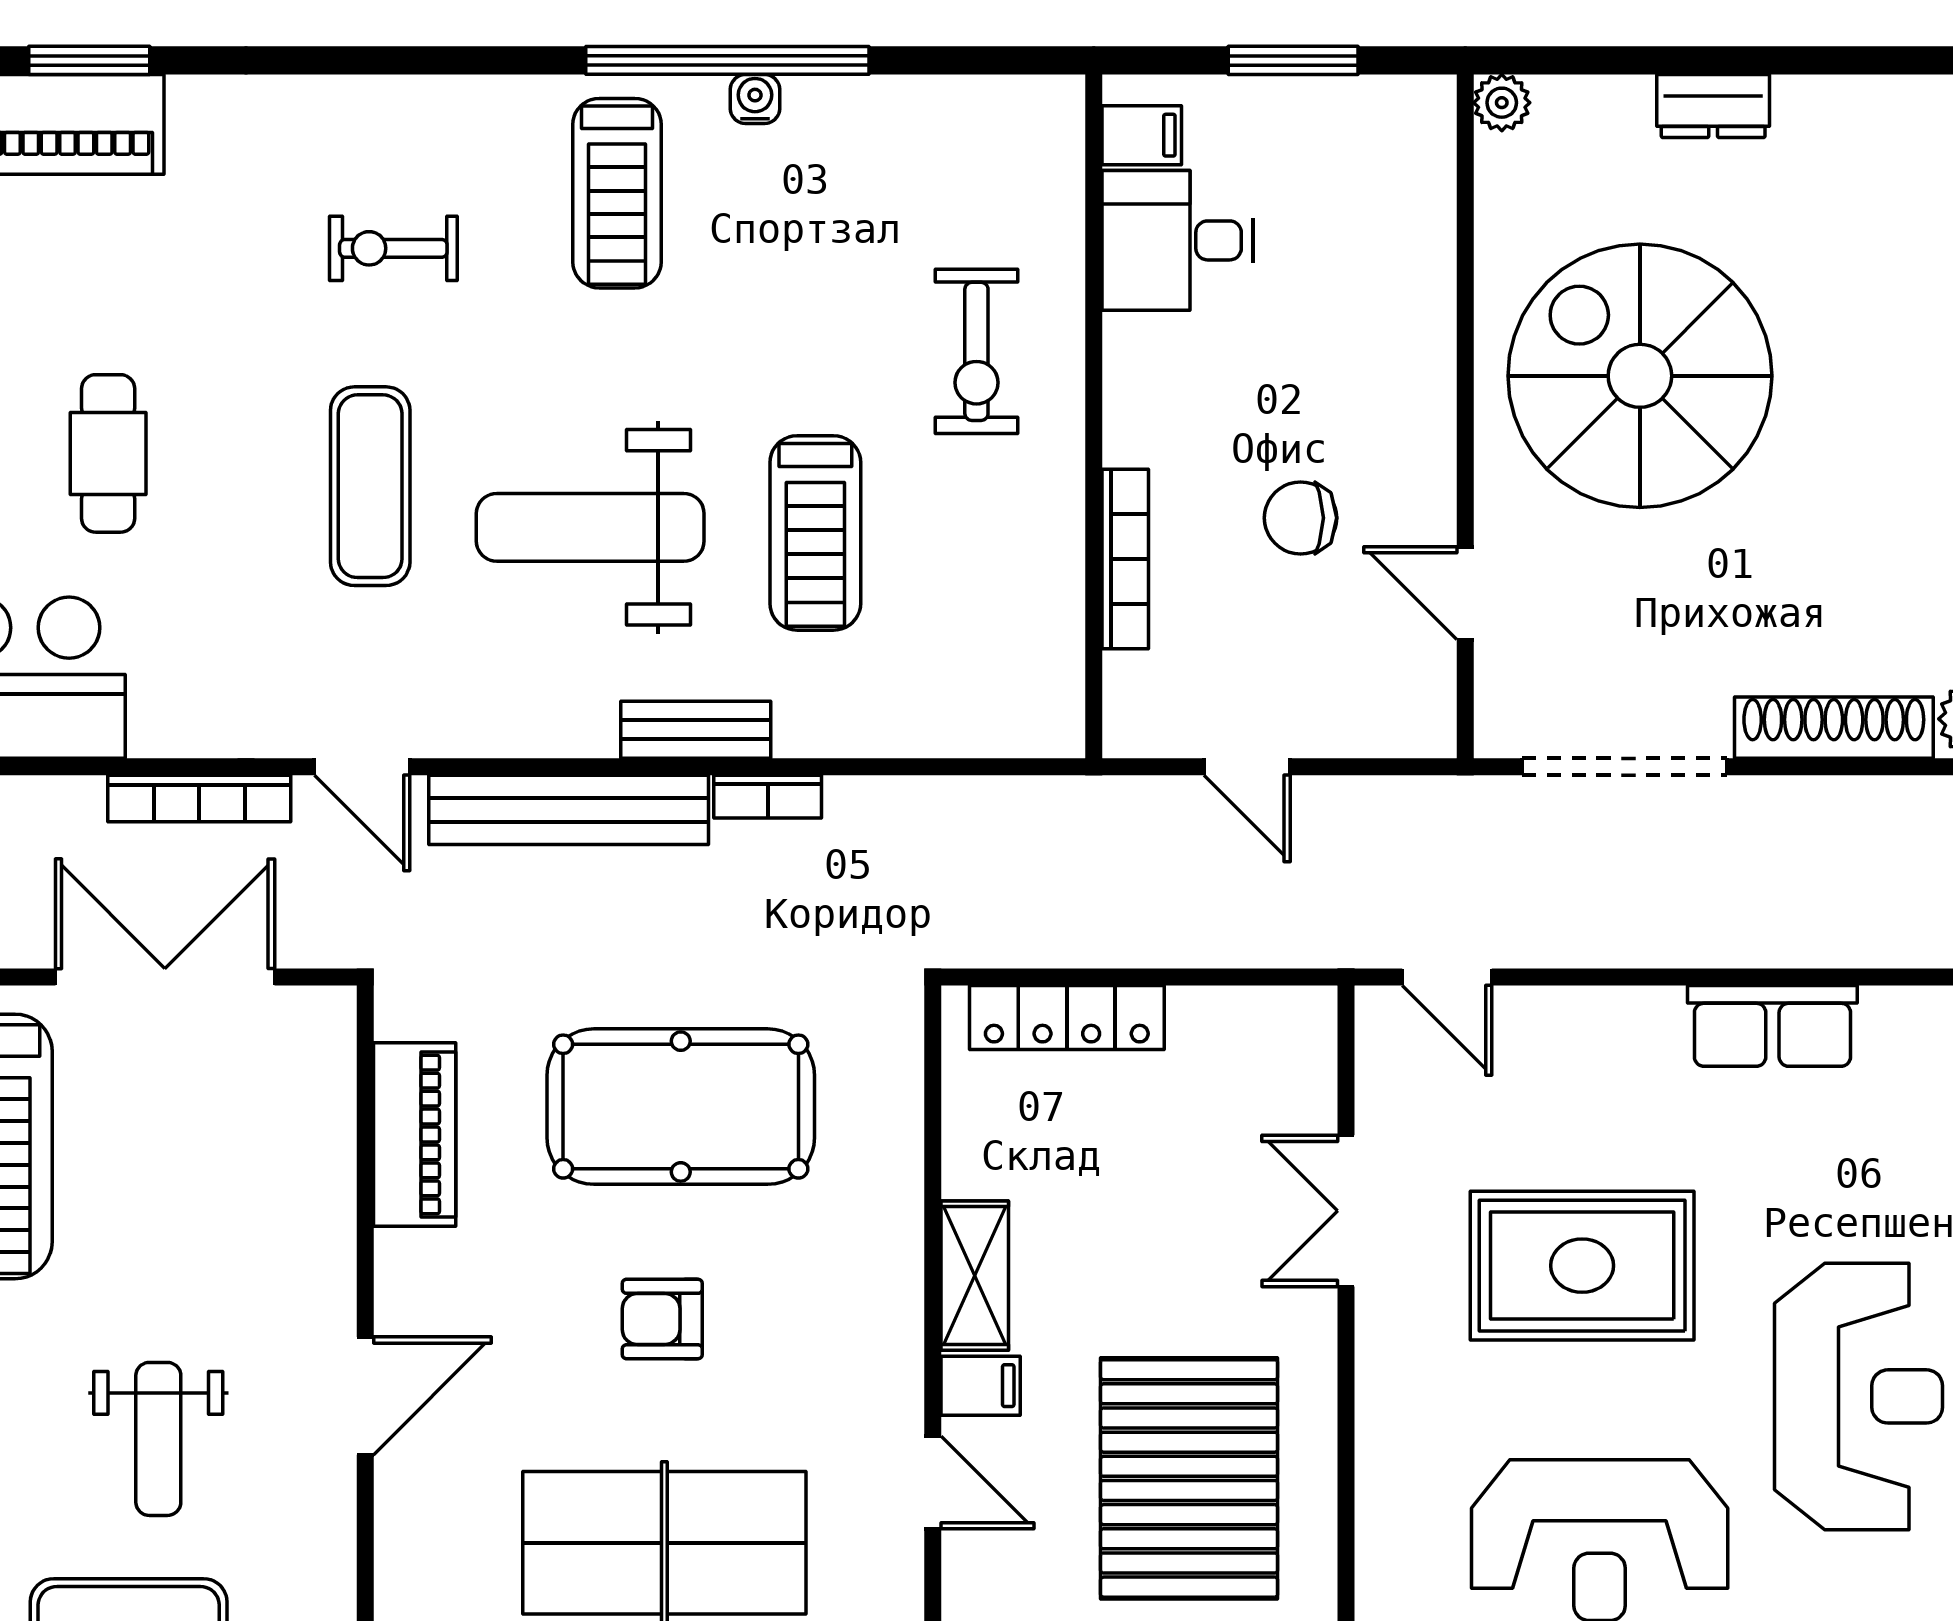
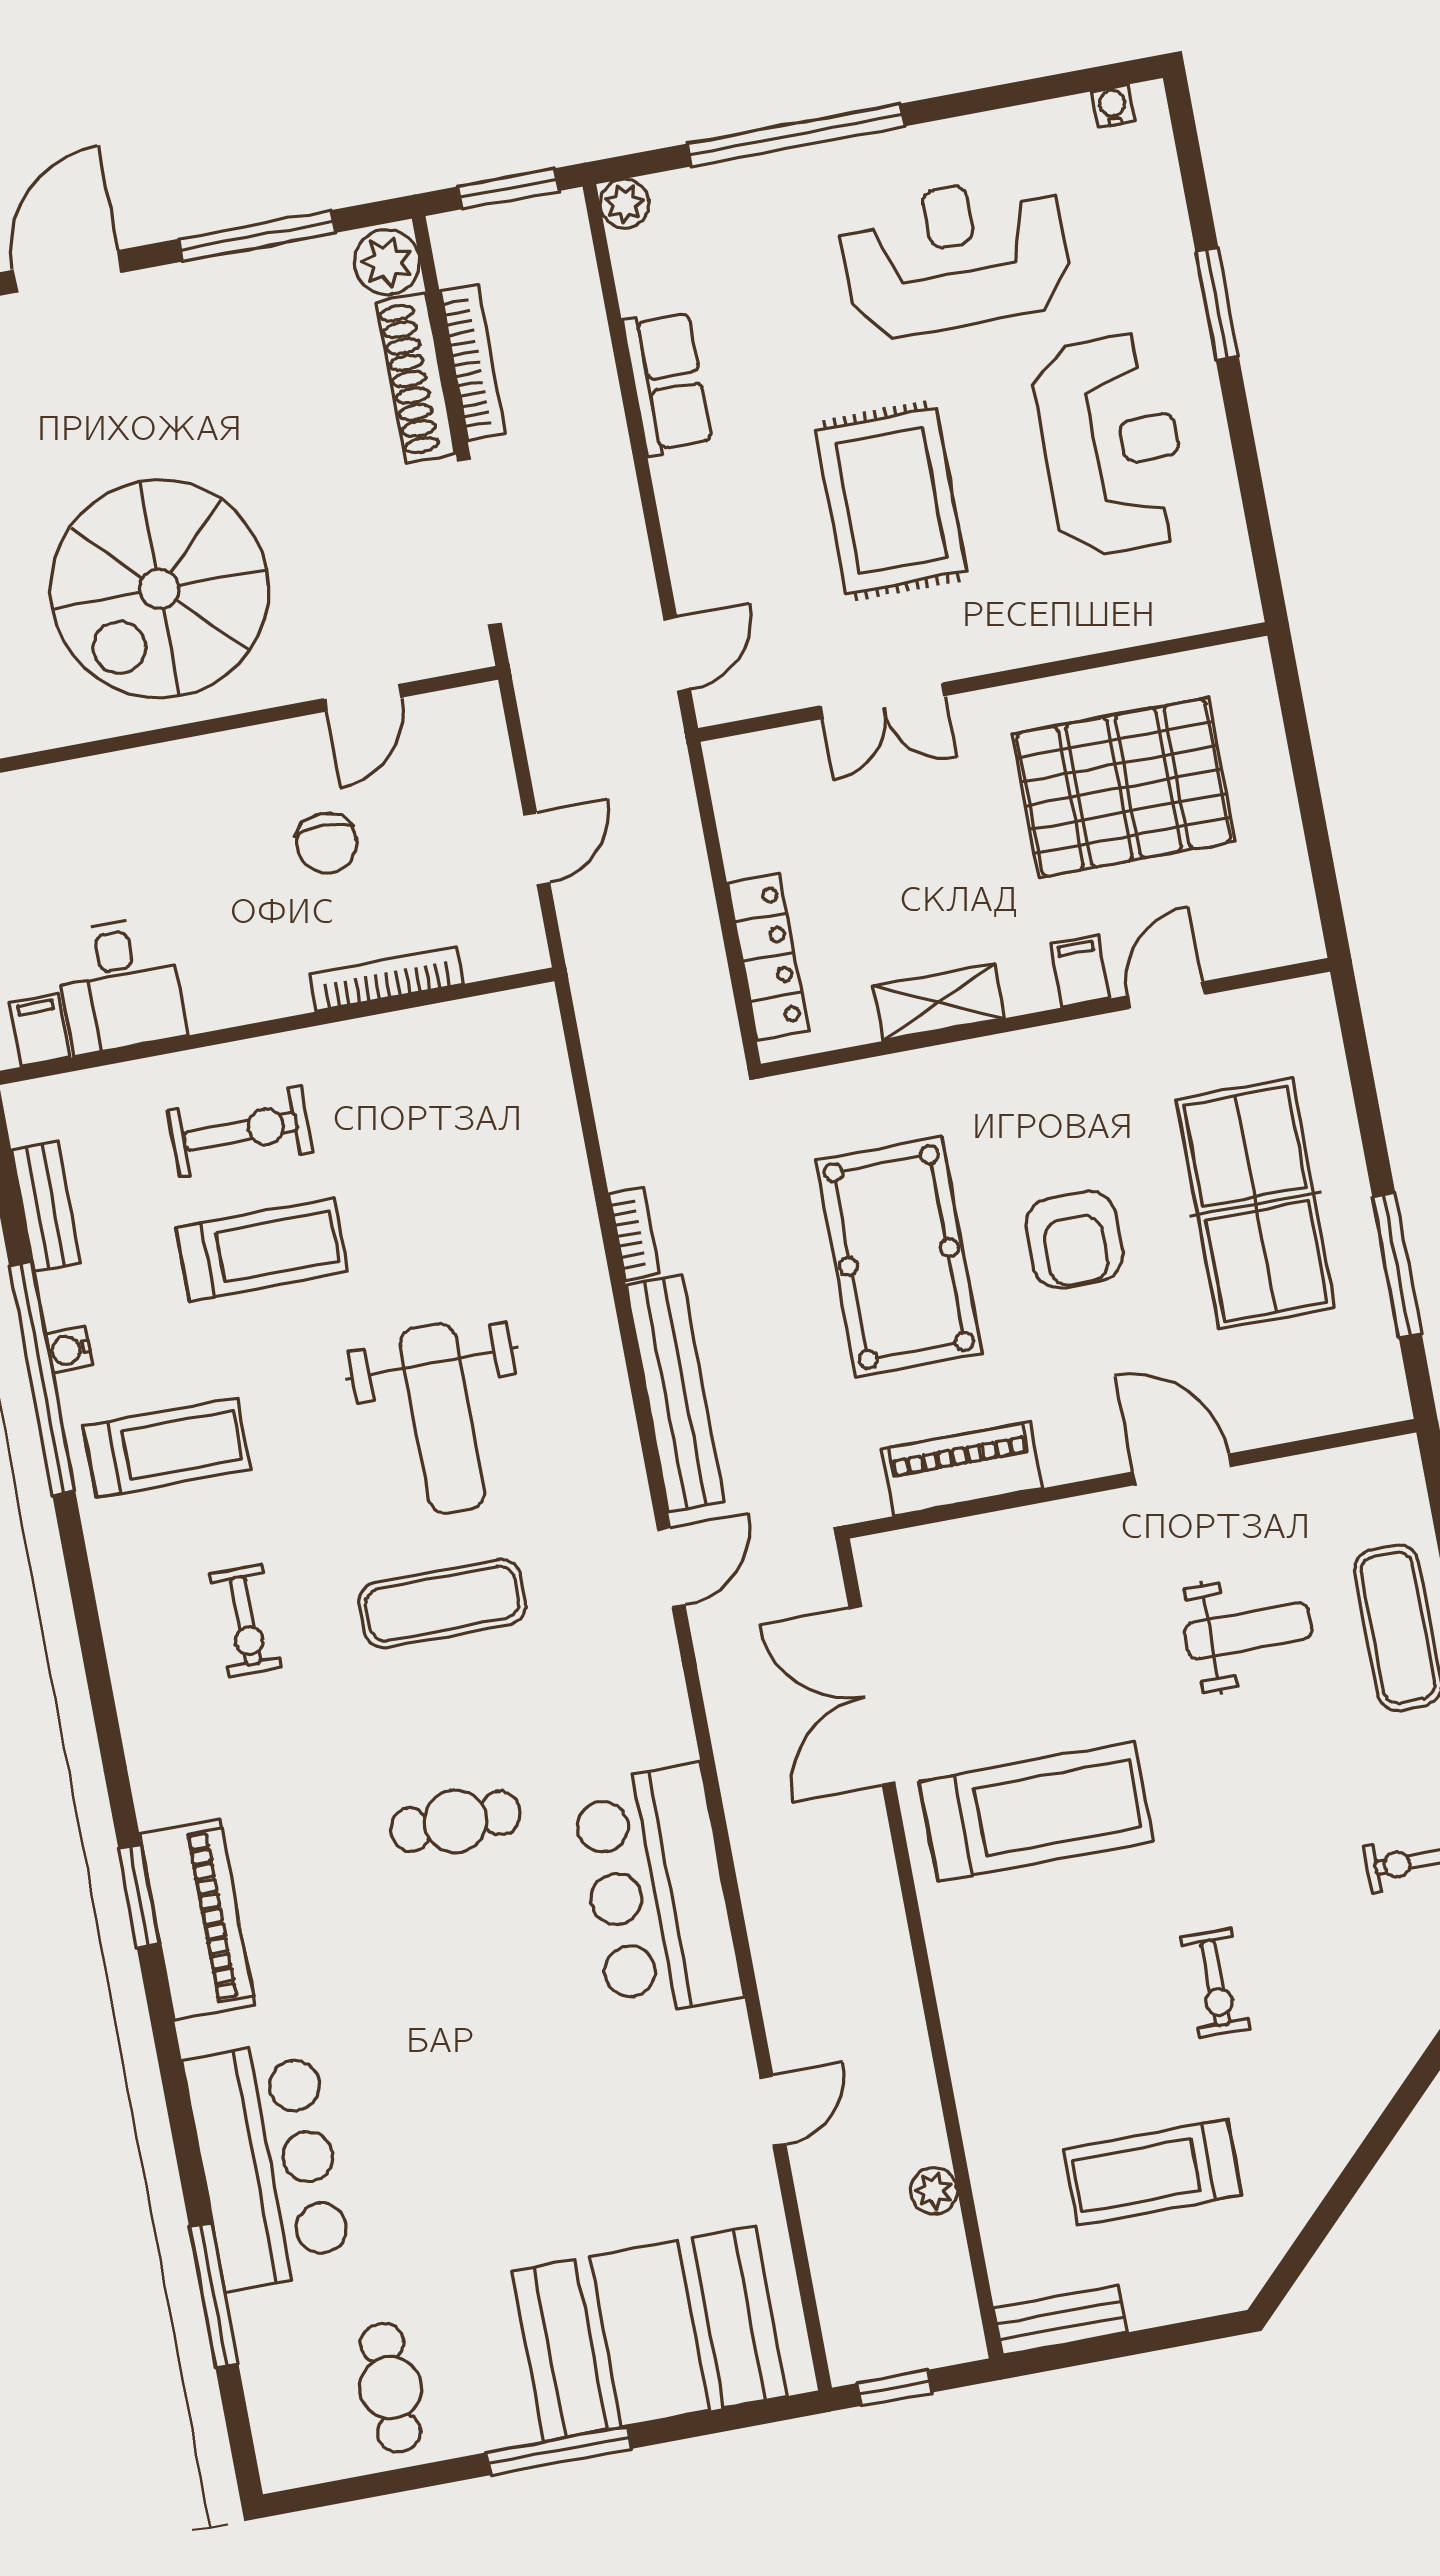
treadmill: (815, 533) -> (262, 1250), moved
bench: (696, 730) -> (46, 1206), moved
bookcase: (199, 799) -> (473, 362), moved
shelving: (975, 1276) -> (939, 1002), moved
armchair: (662, 1319) -> (1074, 1240), width x1.38, depth x1.38

